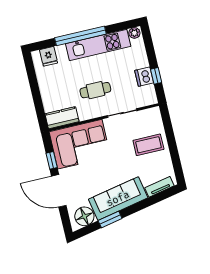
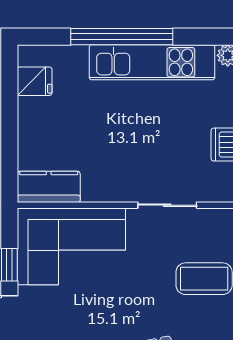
fridge: (49, 56) -> (35, 81), moved, turned -90
cafe table: (95, 90) -> (126, 148), removed

